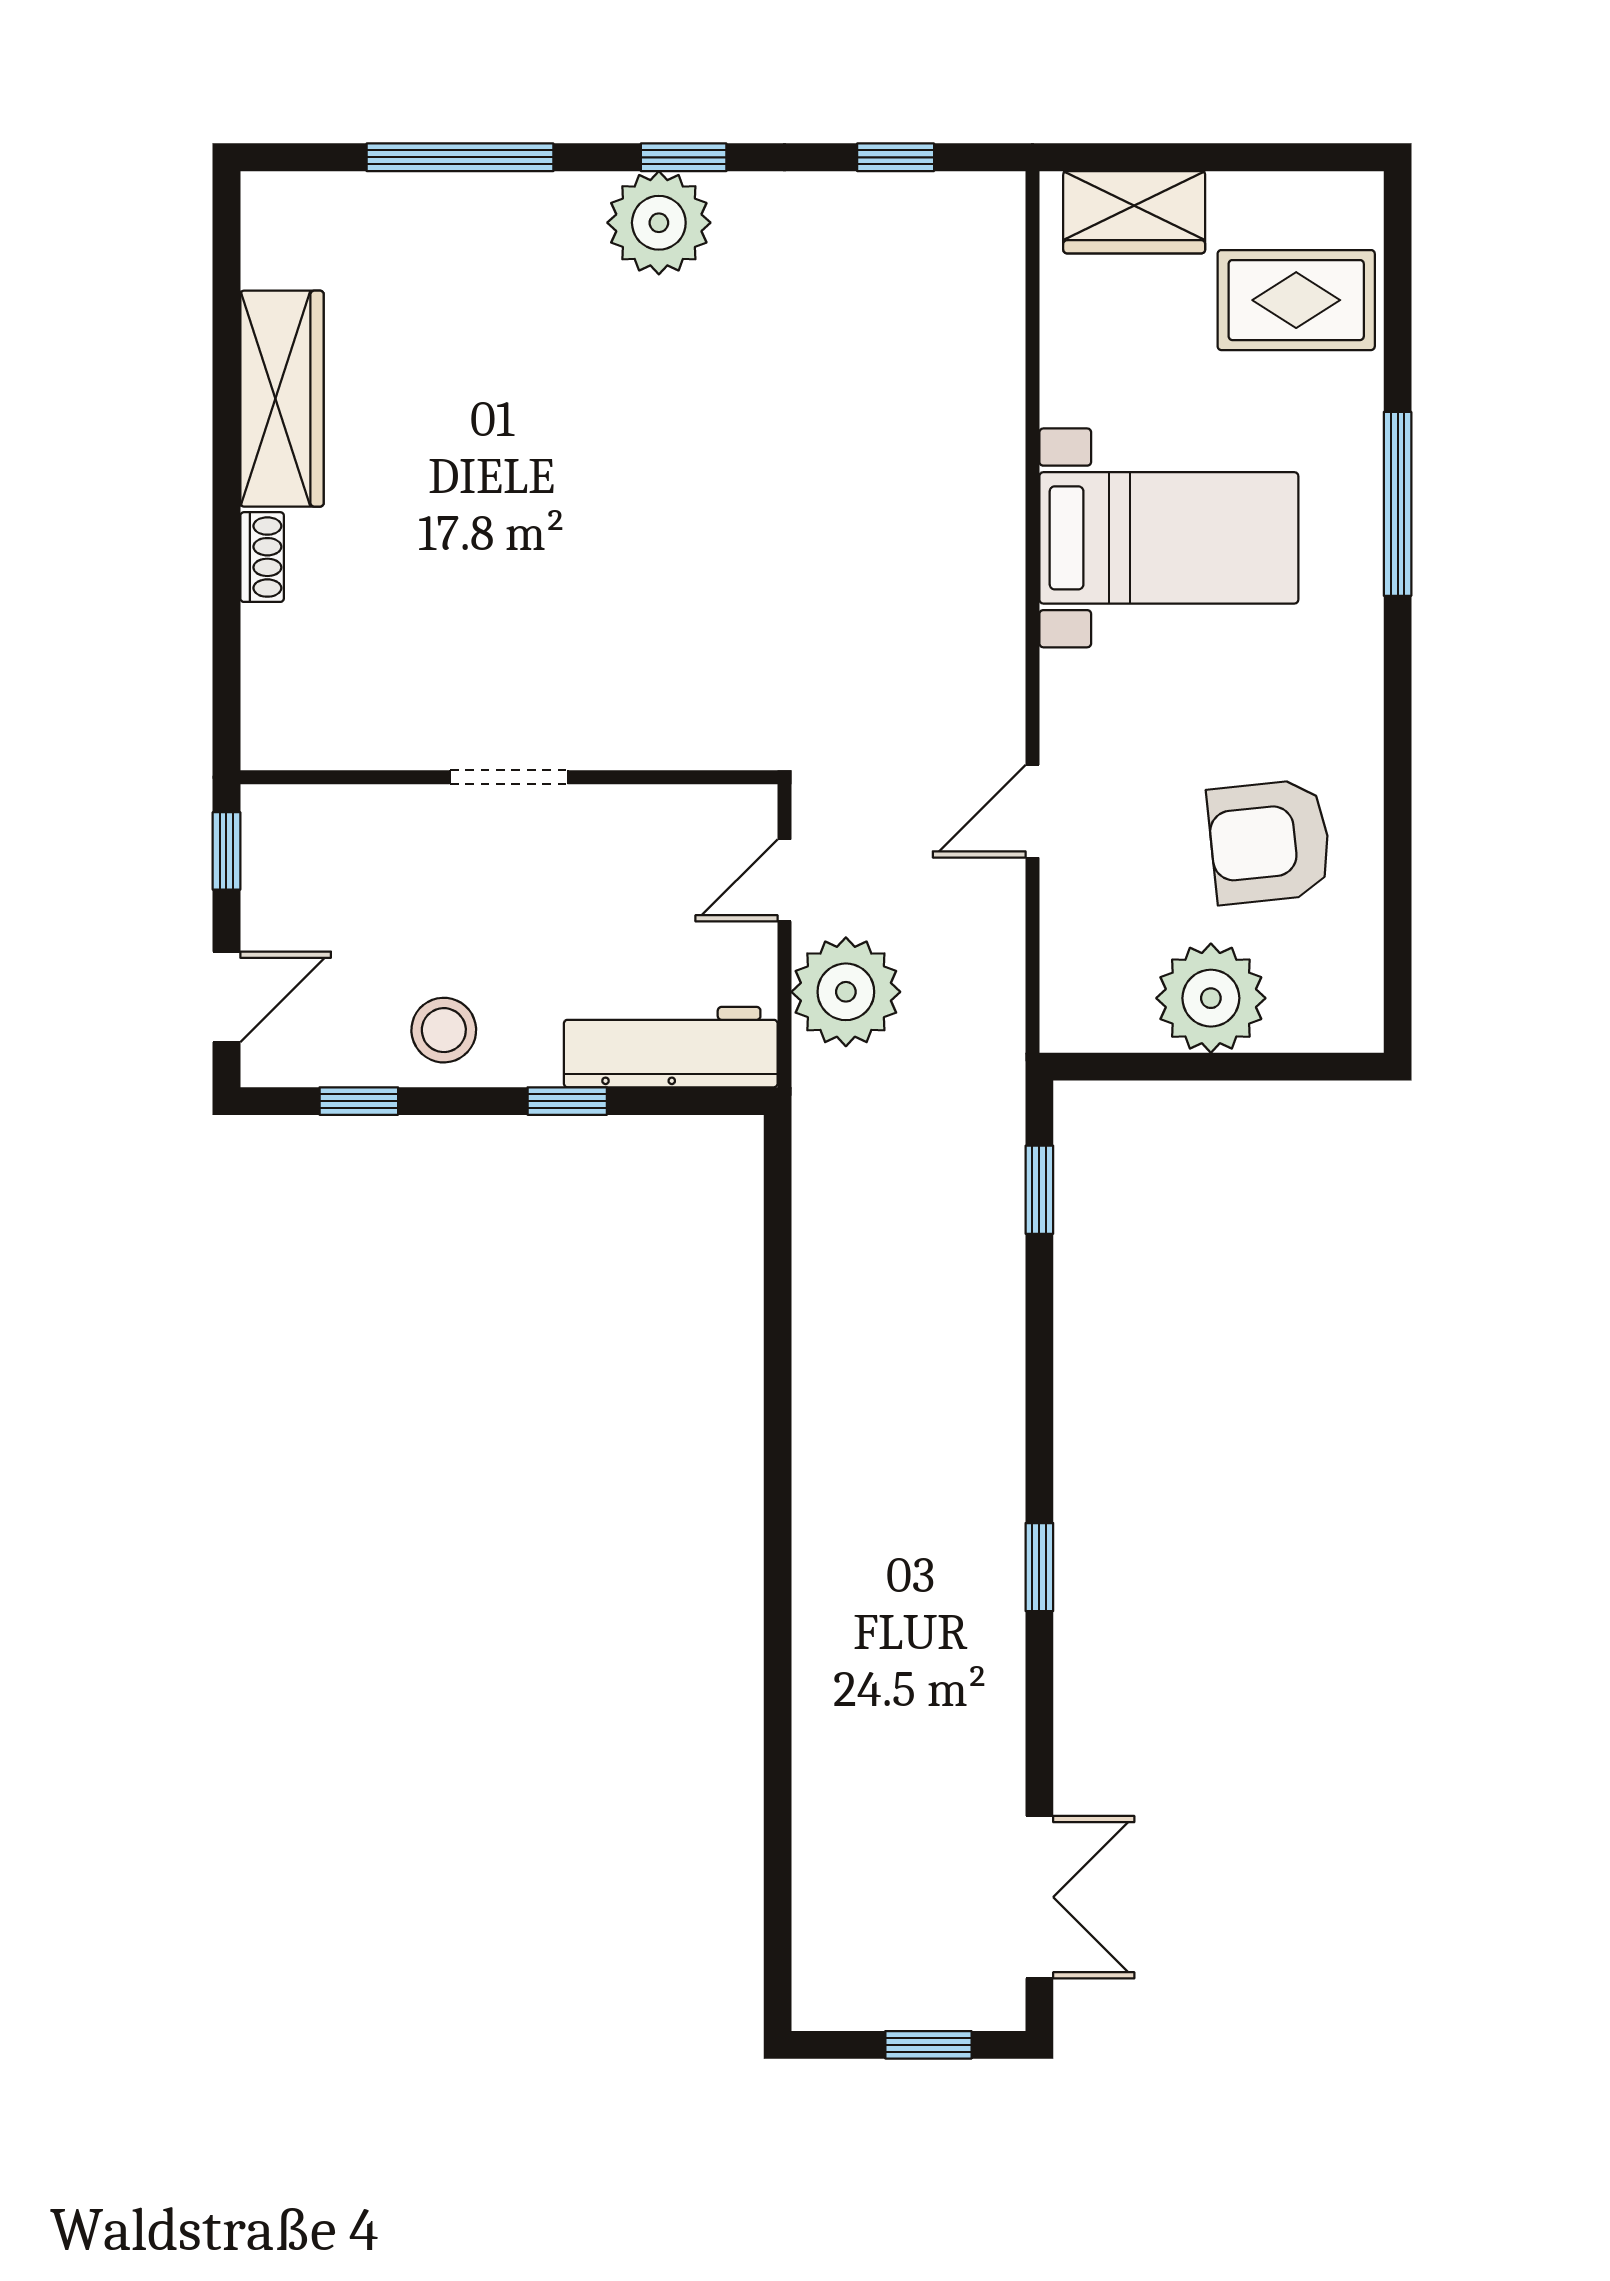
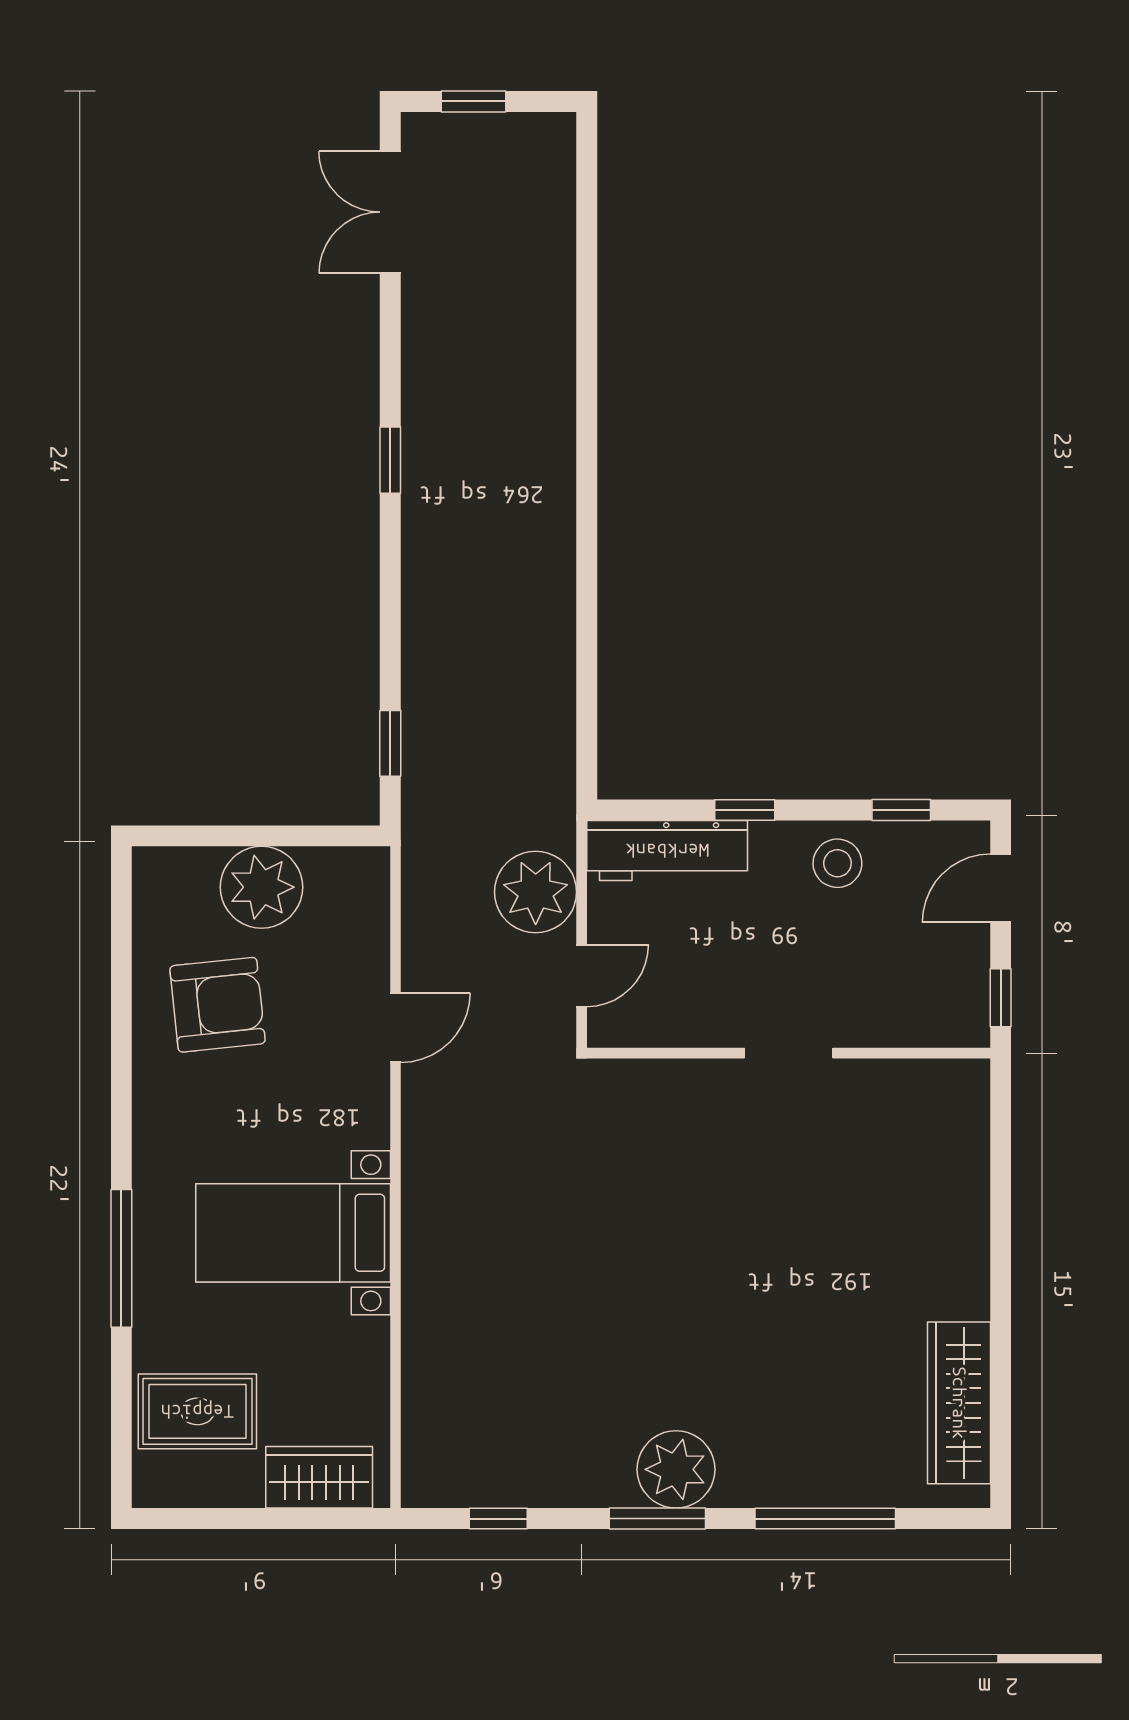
window: (684, 157) -> (657, 1519), width x1.50
wardrobe: (282, 399) -> (959, 1403), moved
shoe rack: (262, 557) -> (974, 1218), removed

